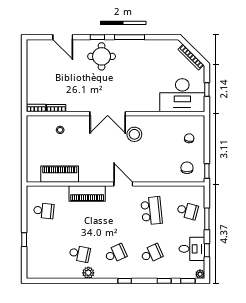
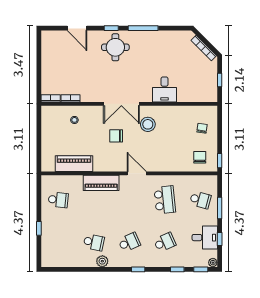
desk: (182, 95) -> (164, 89), moved, width x0.53, depth x0.77
chair: (102, 146) -> (116, 136), added

